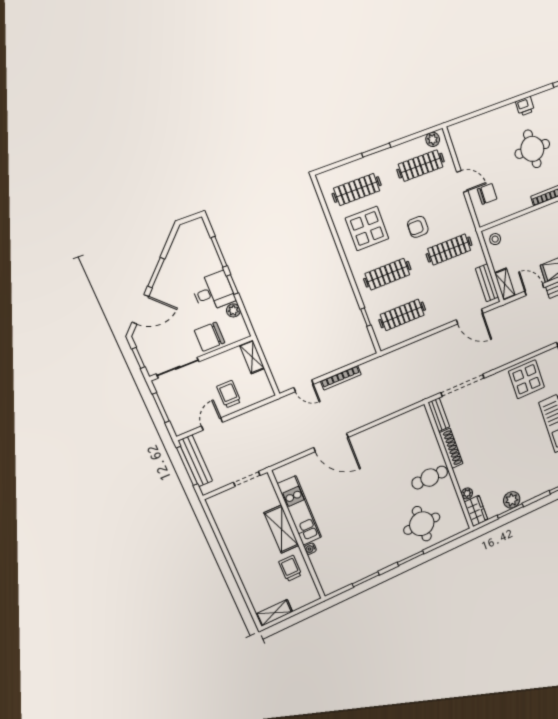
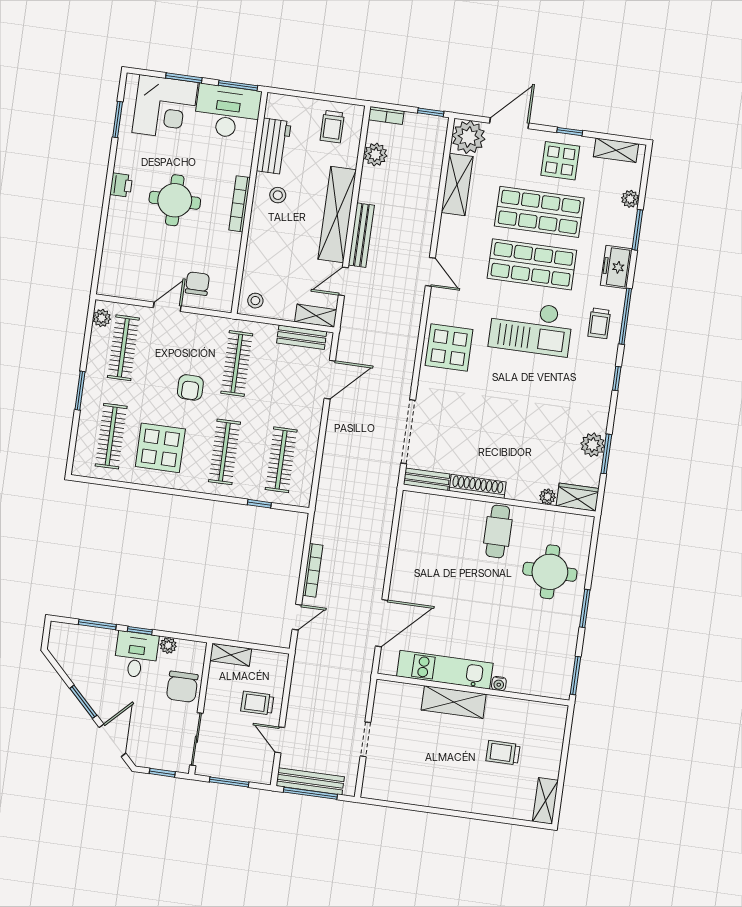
kitchen unit: (300, 511) -> (445, 670), moved
shelving: (281, 529) -> (454, 702), moved
wall: (297, 536) -> (473, 690), moved
water cooler: (310, 549) -> (499, 684), moved

